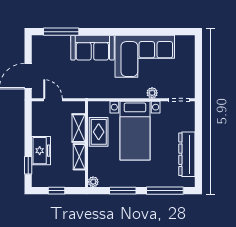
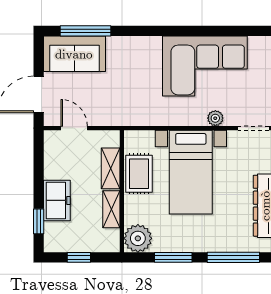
sofa: (92, 48) -> (74, 54), moved
plant: (93, 182) -> (138, 238), width x1.87, depth x1.87

